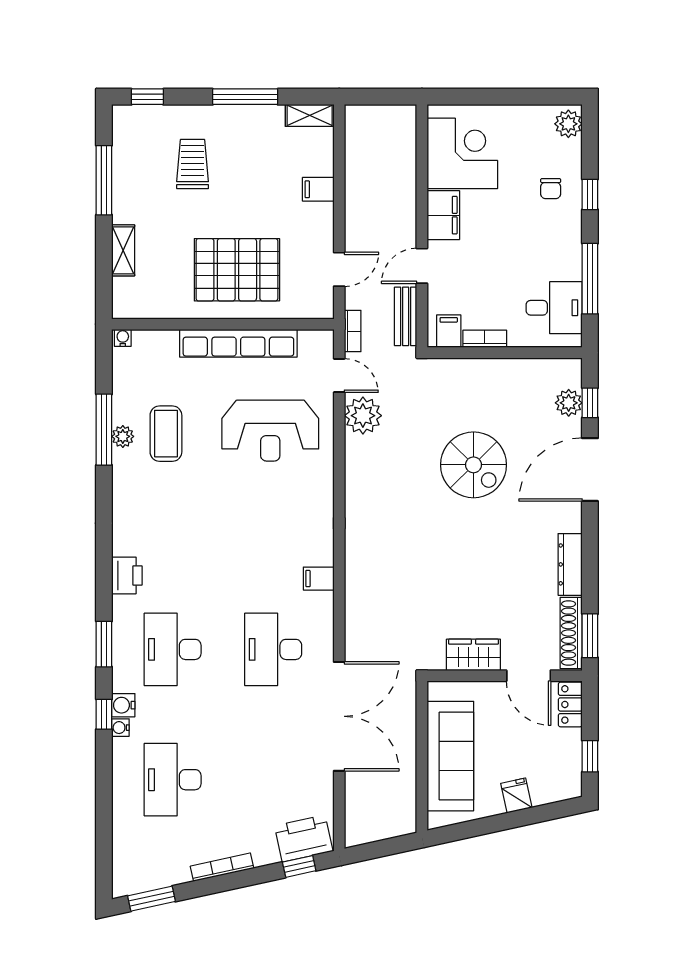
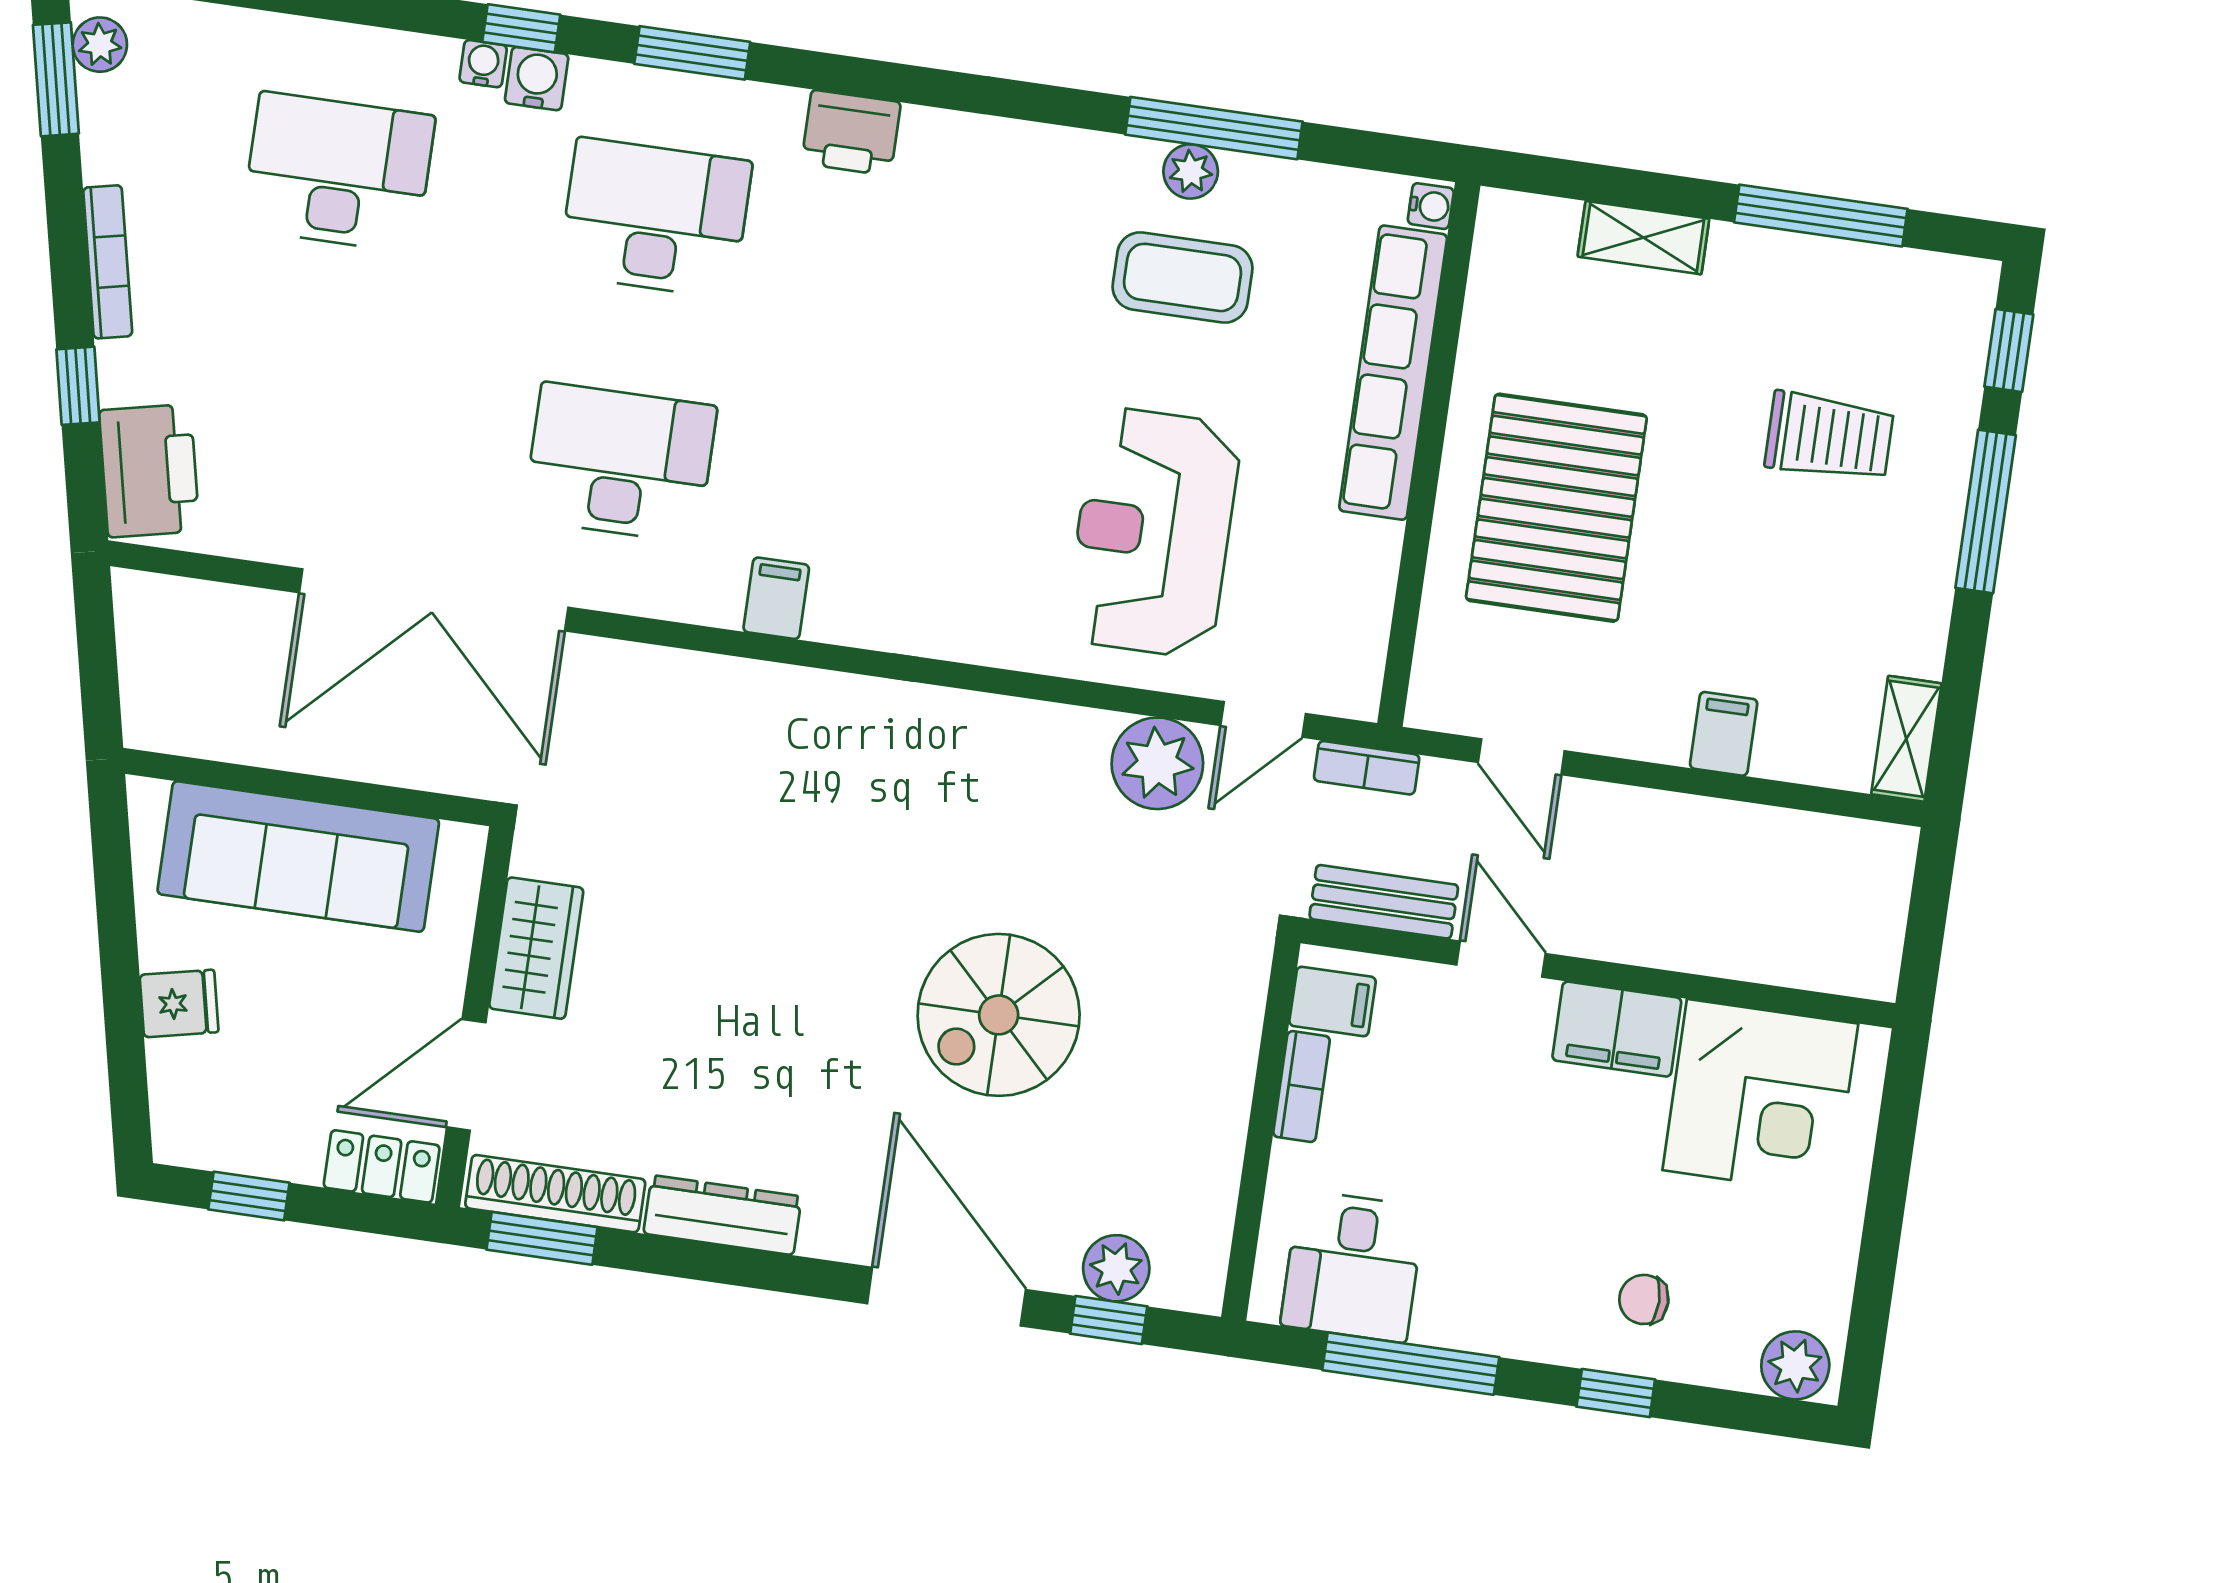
window: (245, 97) -> (1986, 512), moved
row of seats: (238, 343) -> (1393, 373), moved
window: (299, 866) -> (78, 386), moved
plant: (135, 883) -> (100, 45), added

